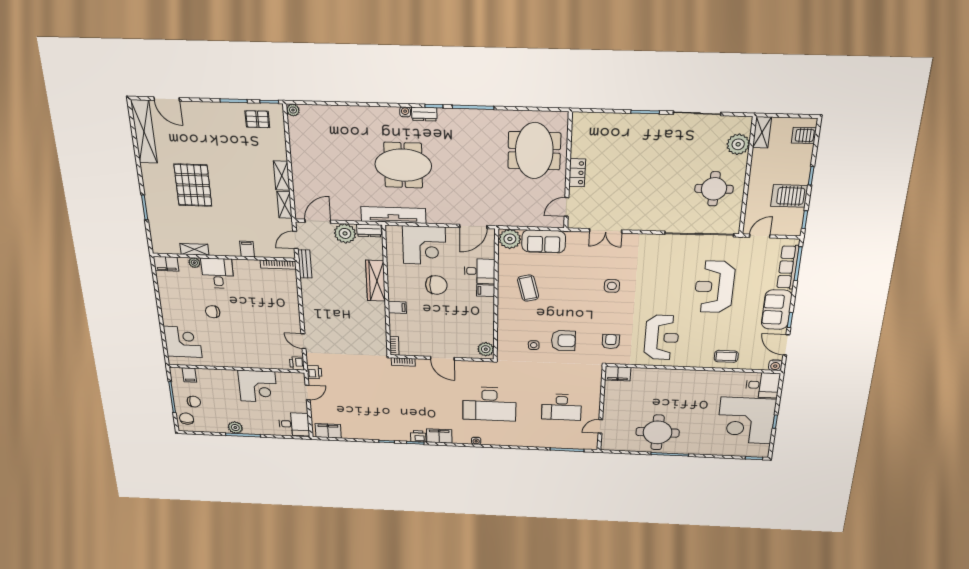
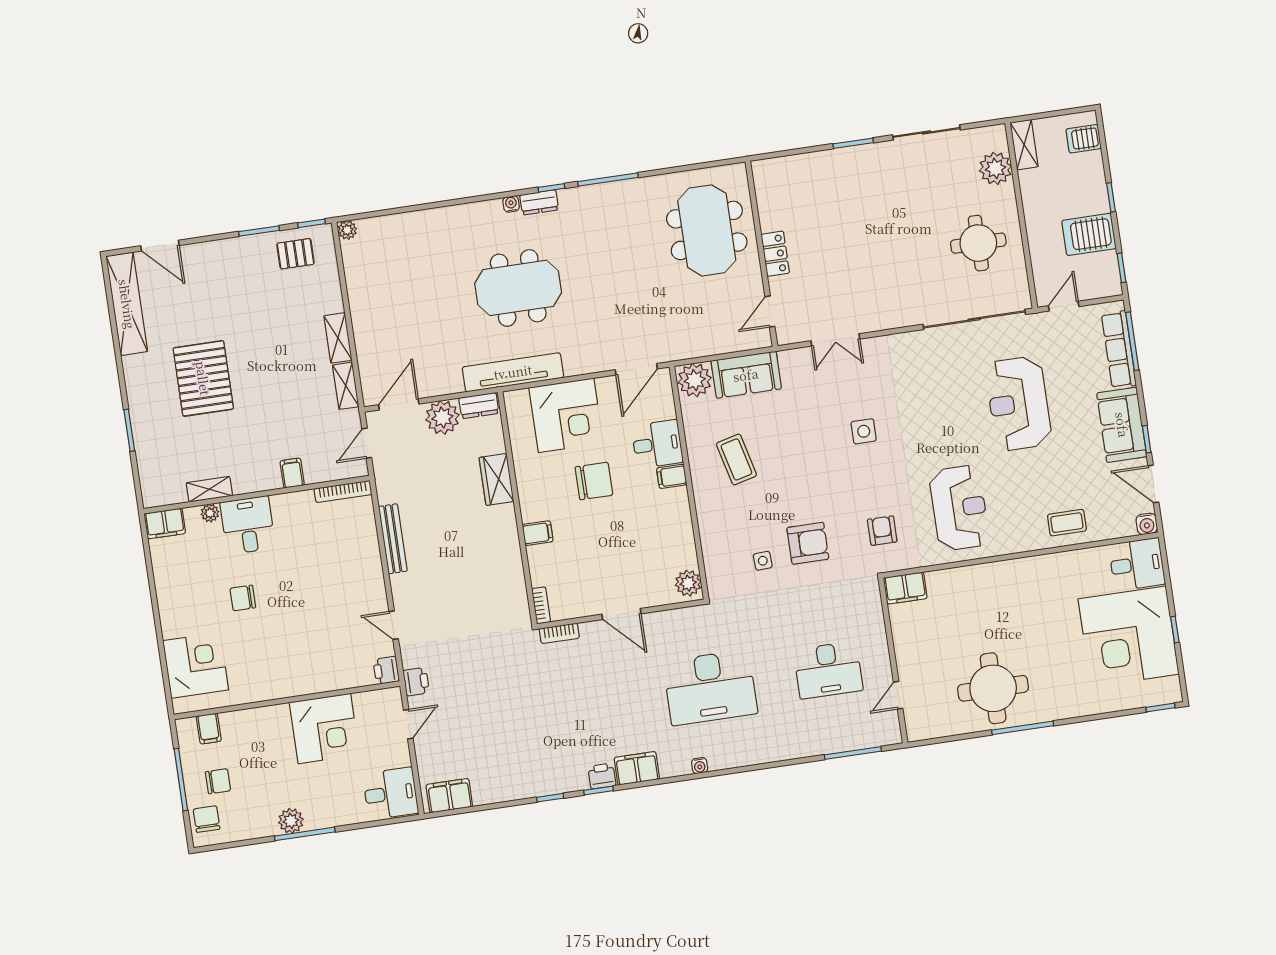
bench: (305, 264) -> (393, 539), moved, width x1.36
wardrobe: (376, 281) -> (496, 479), width x0.67

